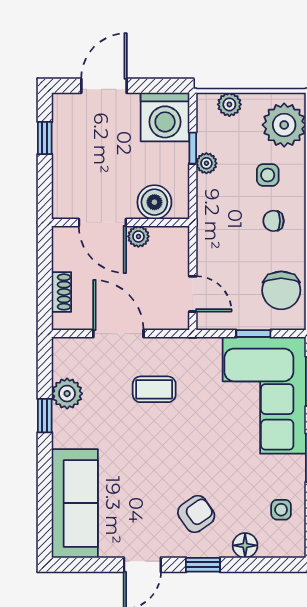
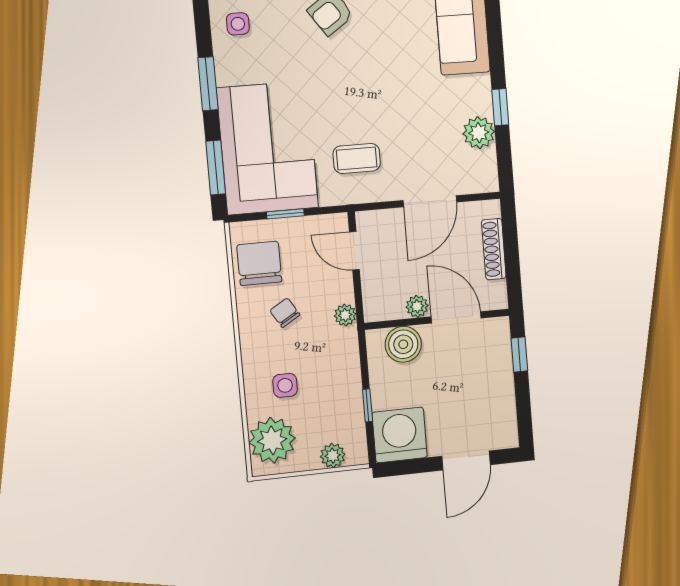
window: (45, 138) -> (519, 354), moved
plant: (206, 163) -> (345, 315), moved
chair: (273, 221) -> (285, 313), moved, turned -121
shoe rack: (61, 292) -> (494, 249), width x1.43
door: (118, 334) -> (430, 201), hinge flipped
coffee table: (154, 389) -> (357, 158), moved

